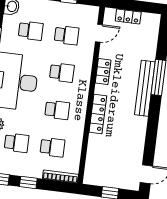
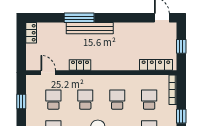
locker: (128, 16) -> (31, 33), moved
locker: (98, 114) -> (156, 65), moved

